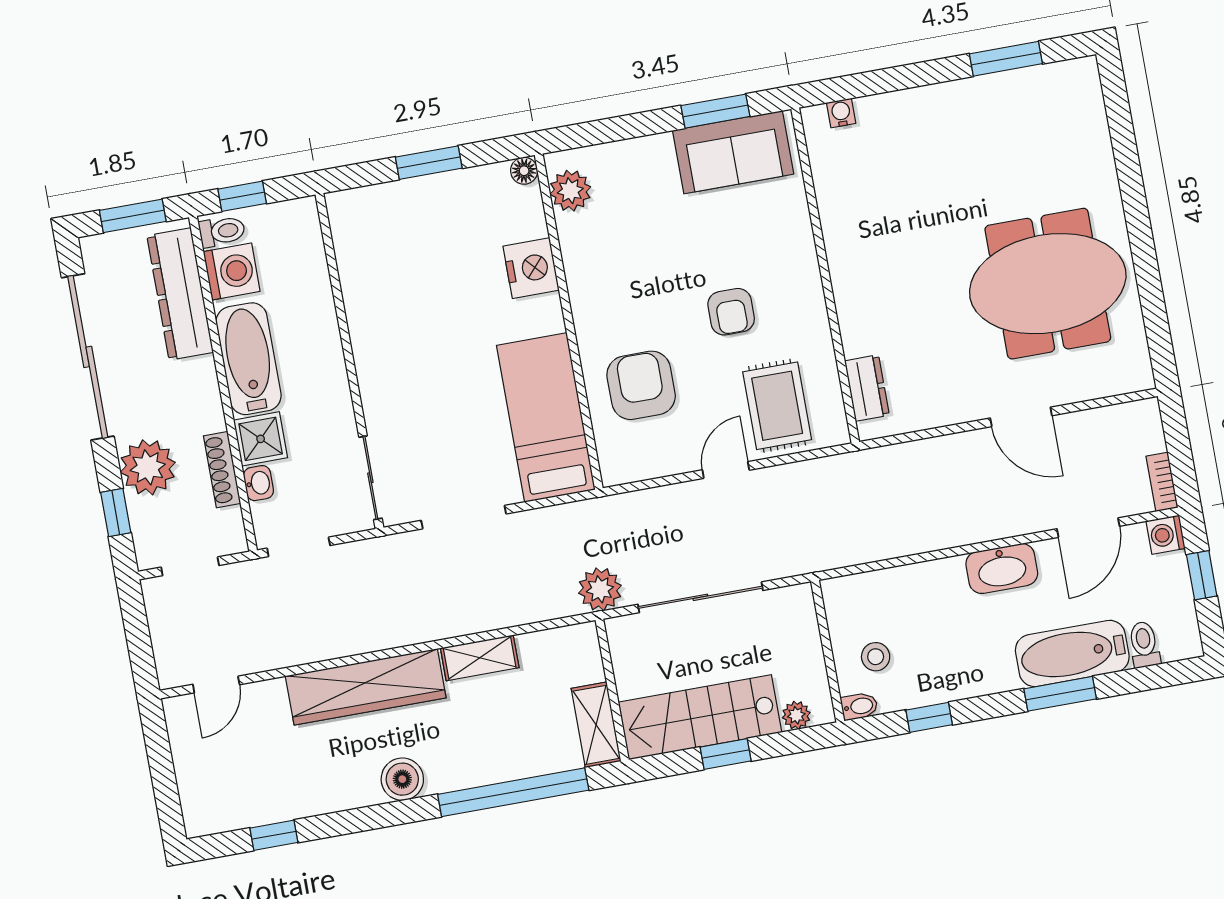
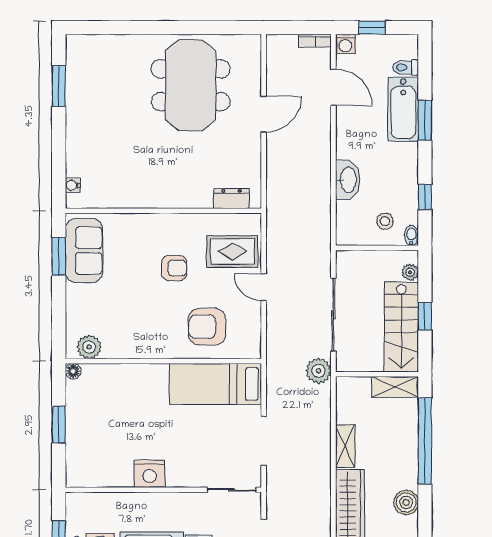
nightstand: (531, 268) -> (150, 474), moved, turned 180
washbasin: (1002, 569) -> (348, 180), moved

